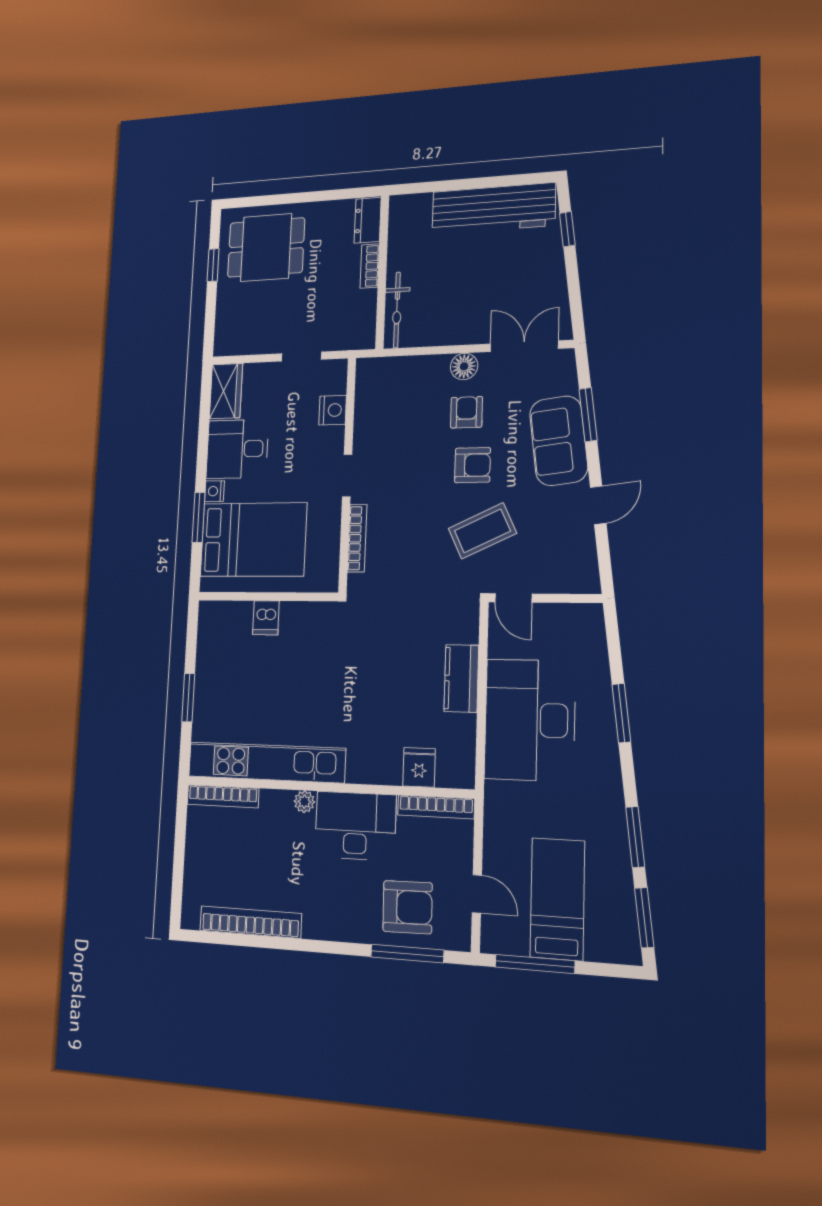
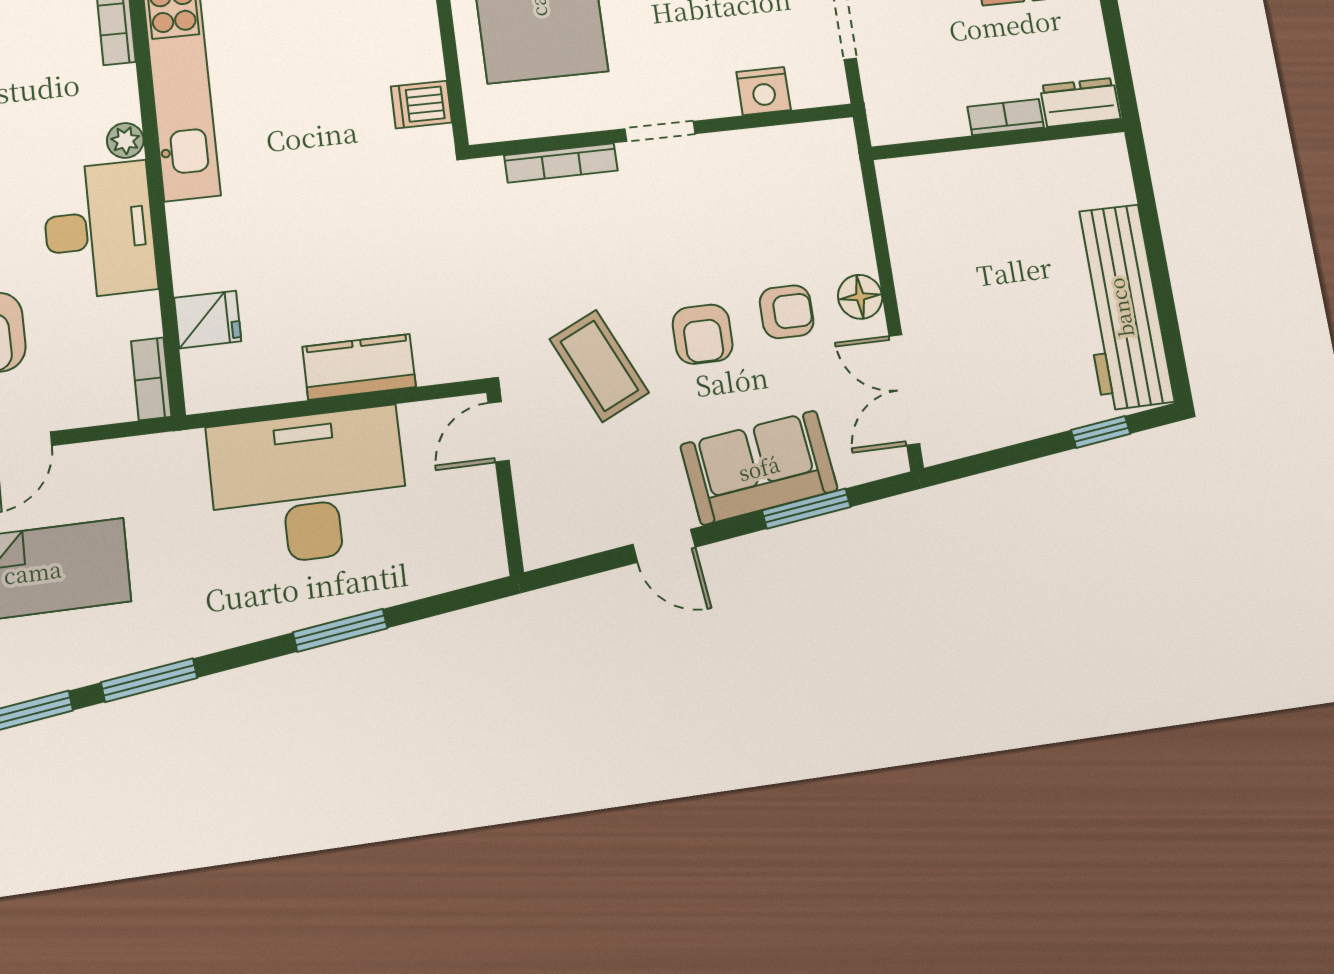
bicycle: (397, 310) -> (939, 173), removed
double door: (524, 346) -> (904, 390), swing flipped
dishwasher: (266, 618) -> (421, 105), moved
bookcase: (436, 807) -> (151, 379), width x0.64

